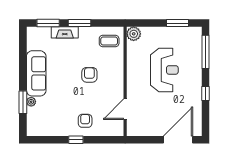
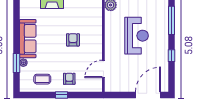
coffee table: (109, 41) -> (42, 79), moved

